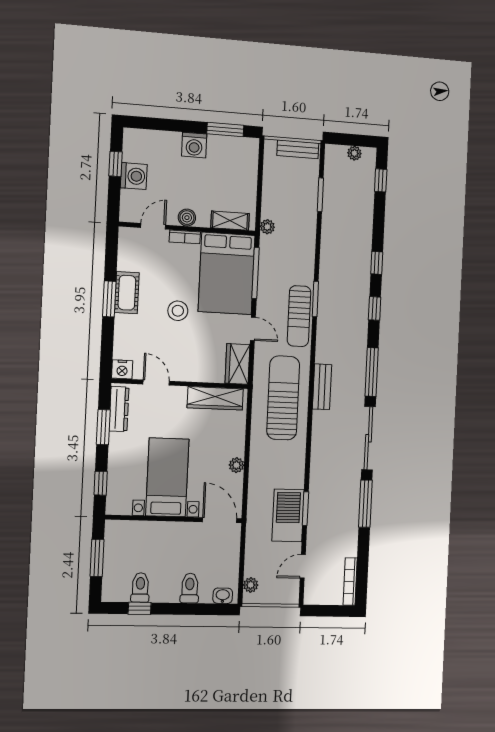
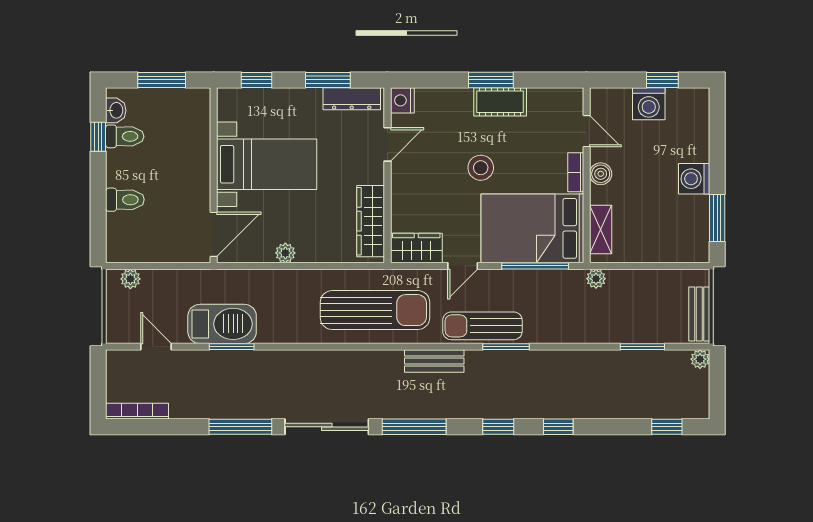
plant: (354, 153) -> (700, 359), moved
bench: (322, 387) -> (434, 361), moved
washbasin: (223, 596) -> (116, 110), moved

